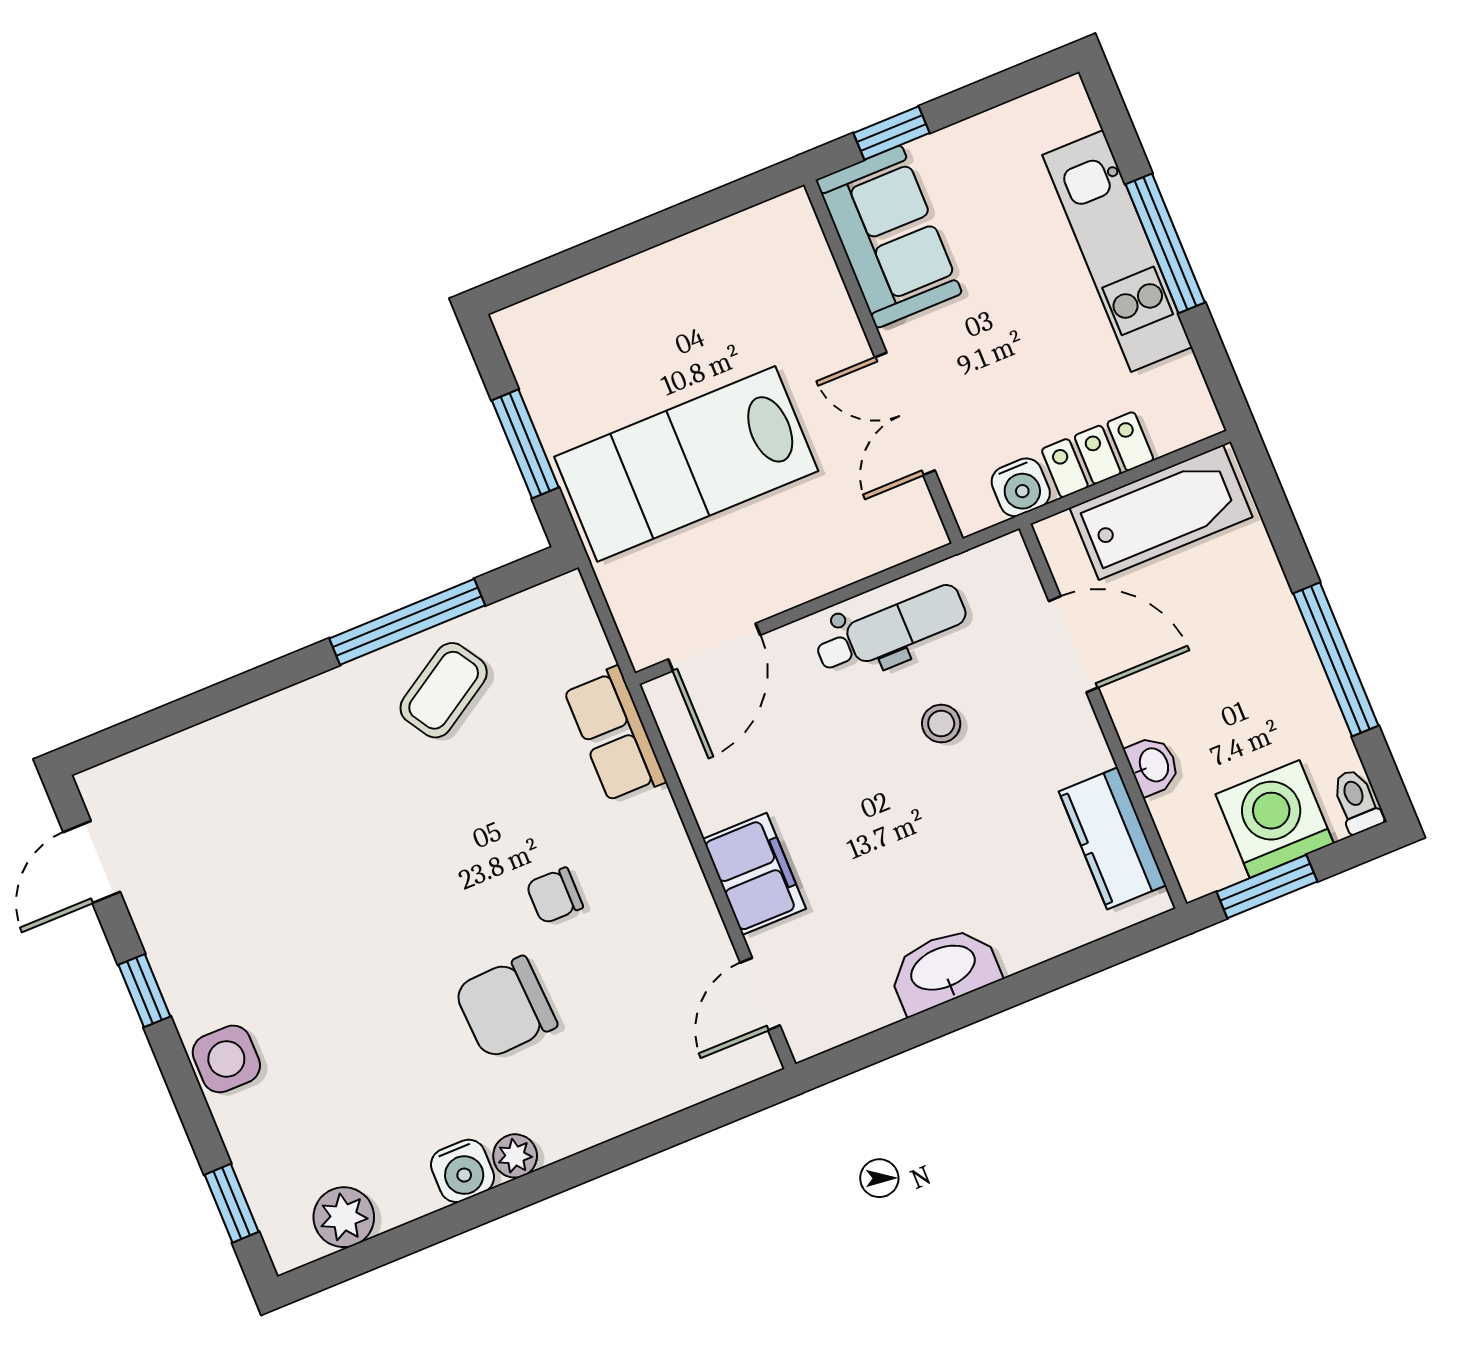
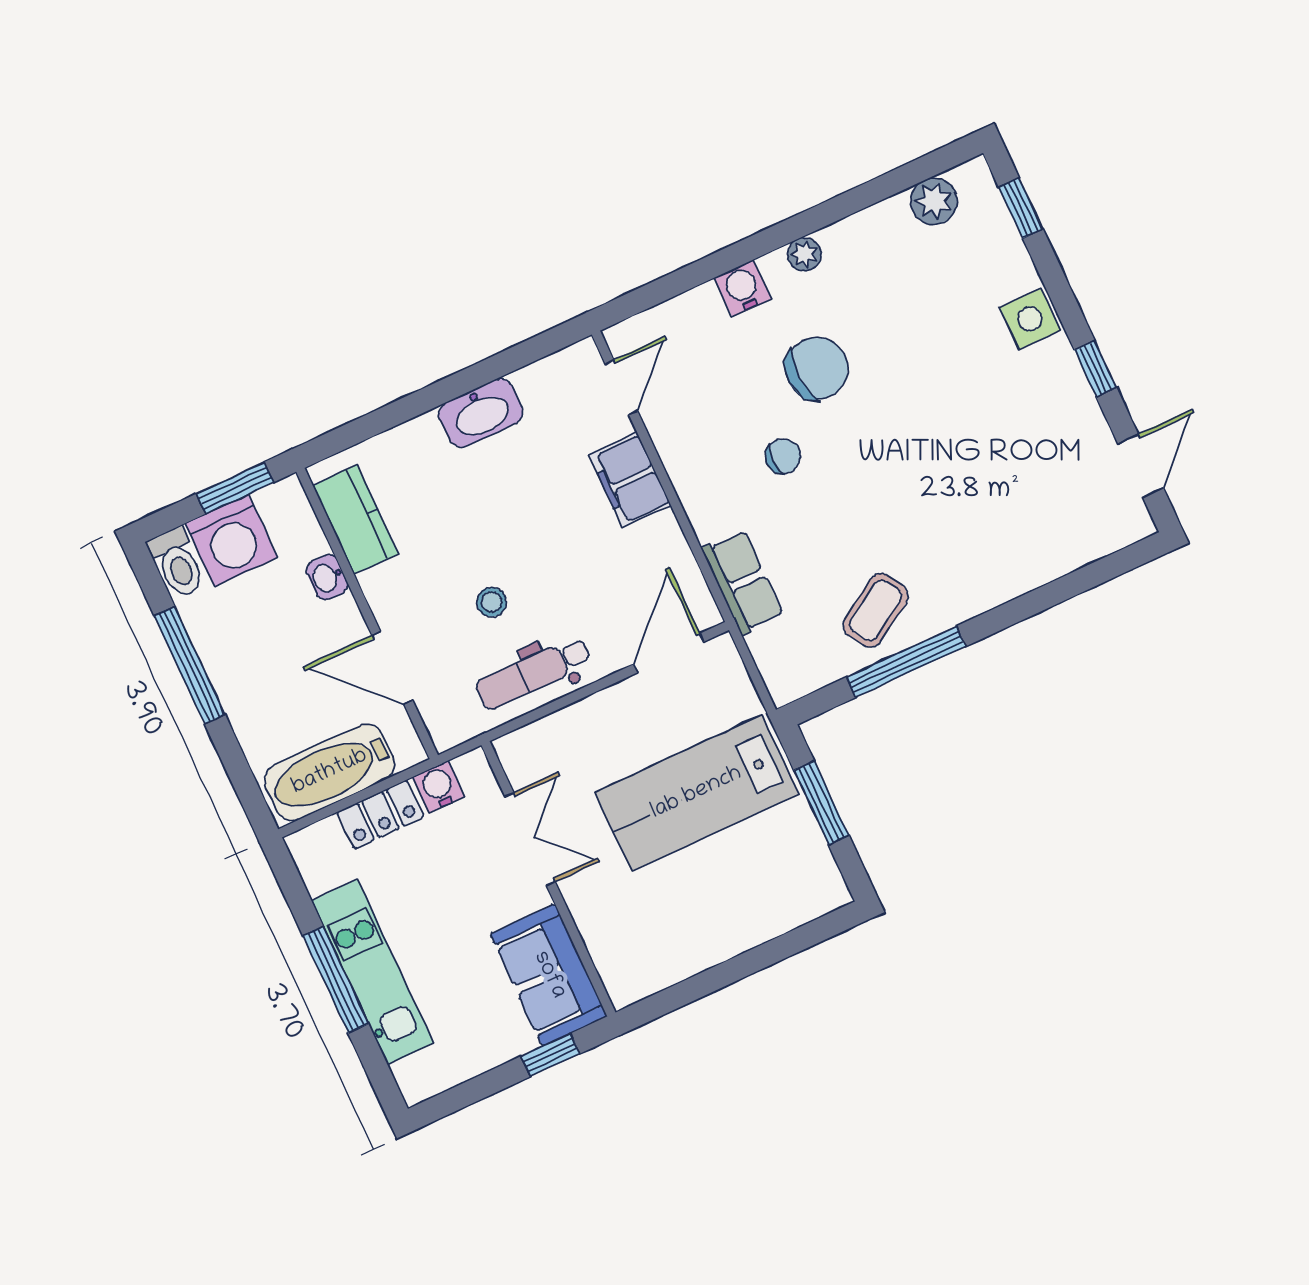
lab bench: (686, 464) -> (697, 793), turned 180
toilet: (1357, 801) -> (178, 563), width x1.37, depth x1.39
water cooler: (462, 1171) -> (743, 288), moved

